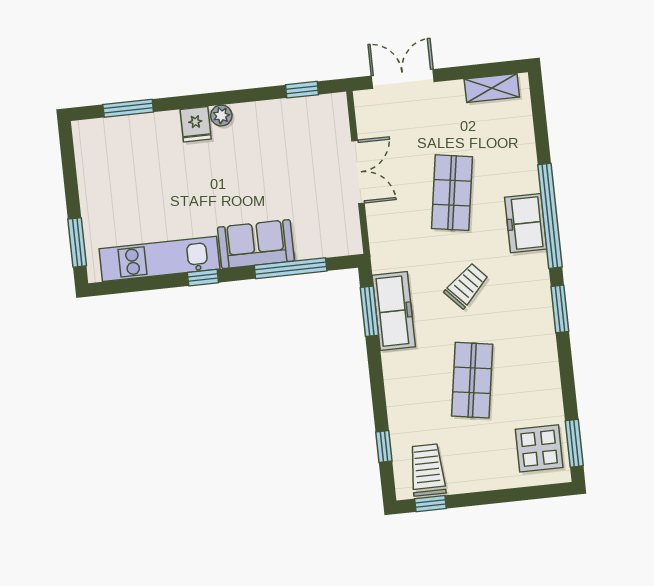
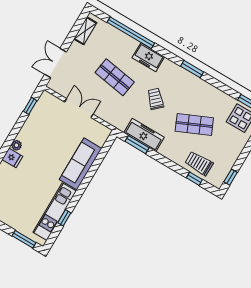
window: (550, 216) -> (131, 33), moved
sofa: (256, 244) -> (81, 164), width x1.36
window: (291, 268) -> (97, 163), removed
window: (203, 278) -> (64, 218), moved
shop shelf: (472, 380) -> (194, 124), turned -33
trolley: (427, 470) -> (199, 163), moved

